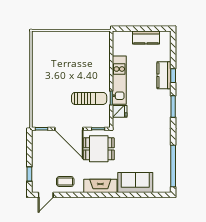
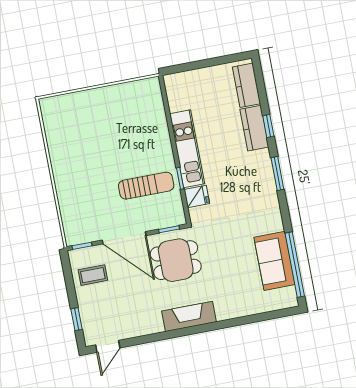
kitchen counter: (146, 38) -> (246, 85), moved, turned 90
coffee table: (65, 181) -> (93, 275), moved
sofa: (135, 183) -> (274, 261), moved, turned -90

